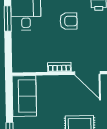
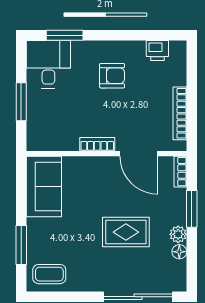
window: (8, 19) -> (21, 102), moved

